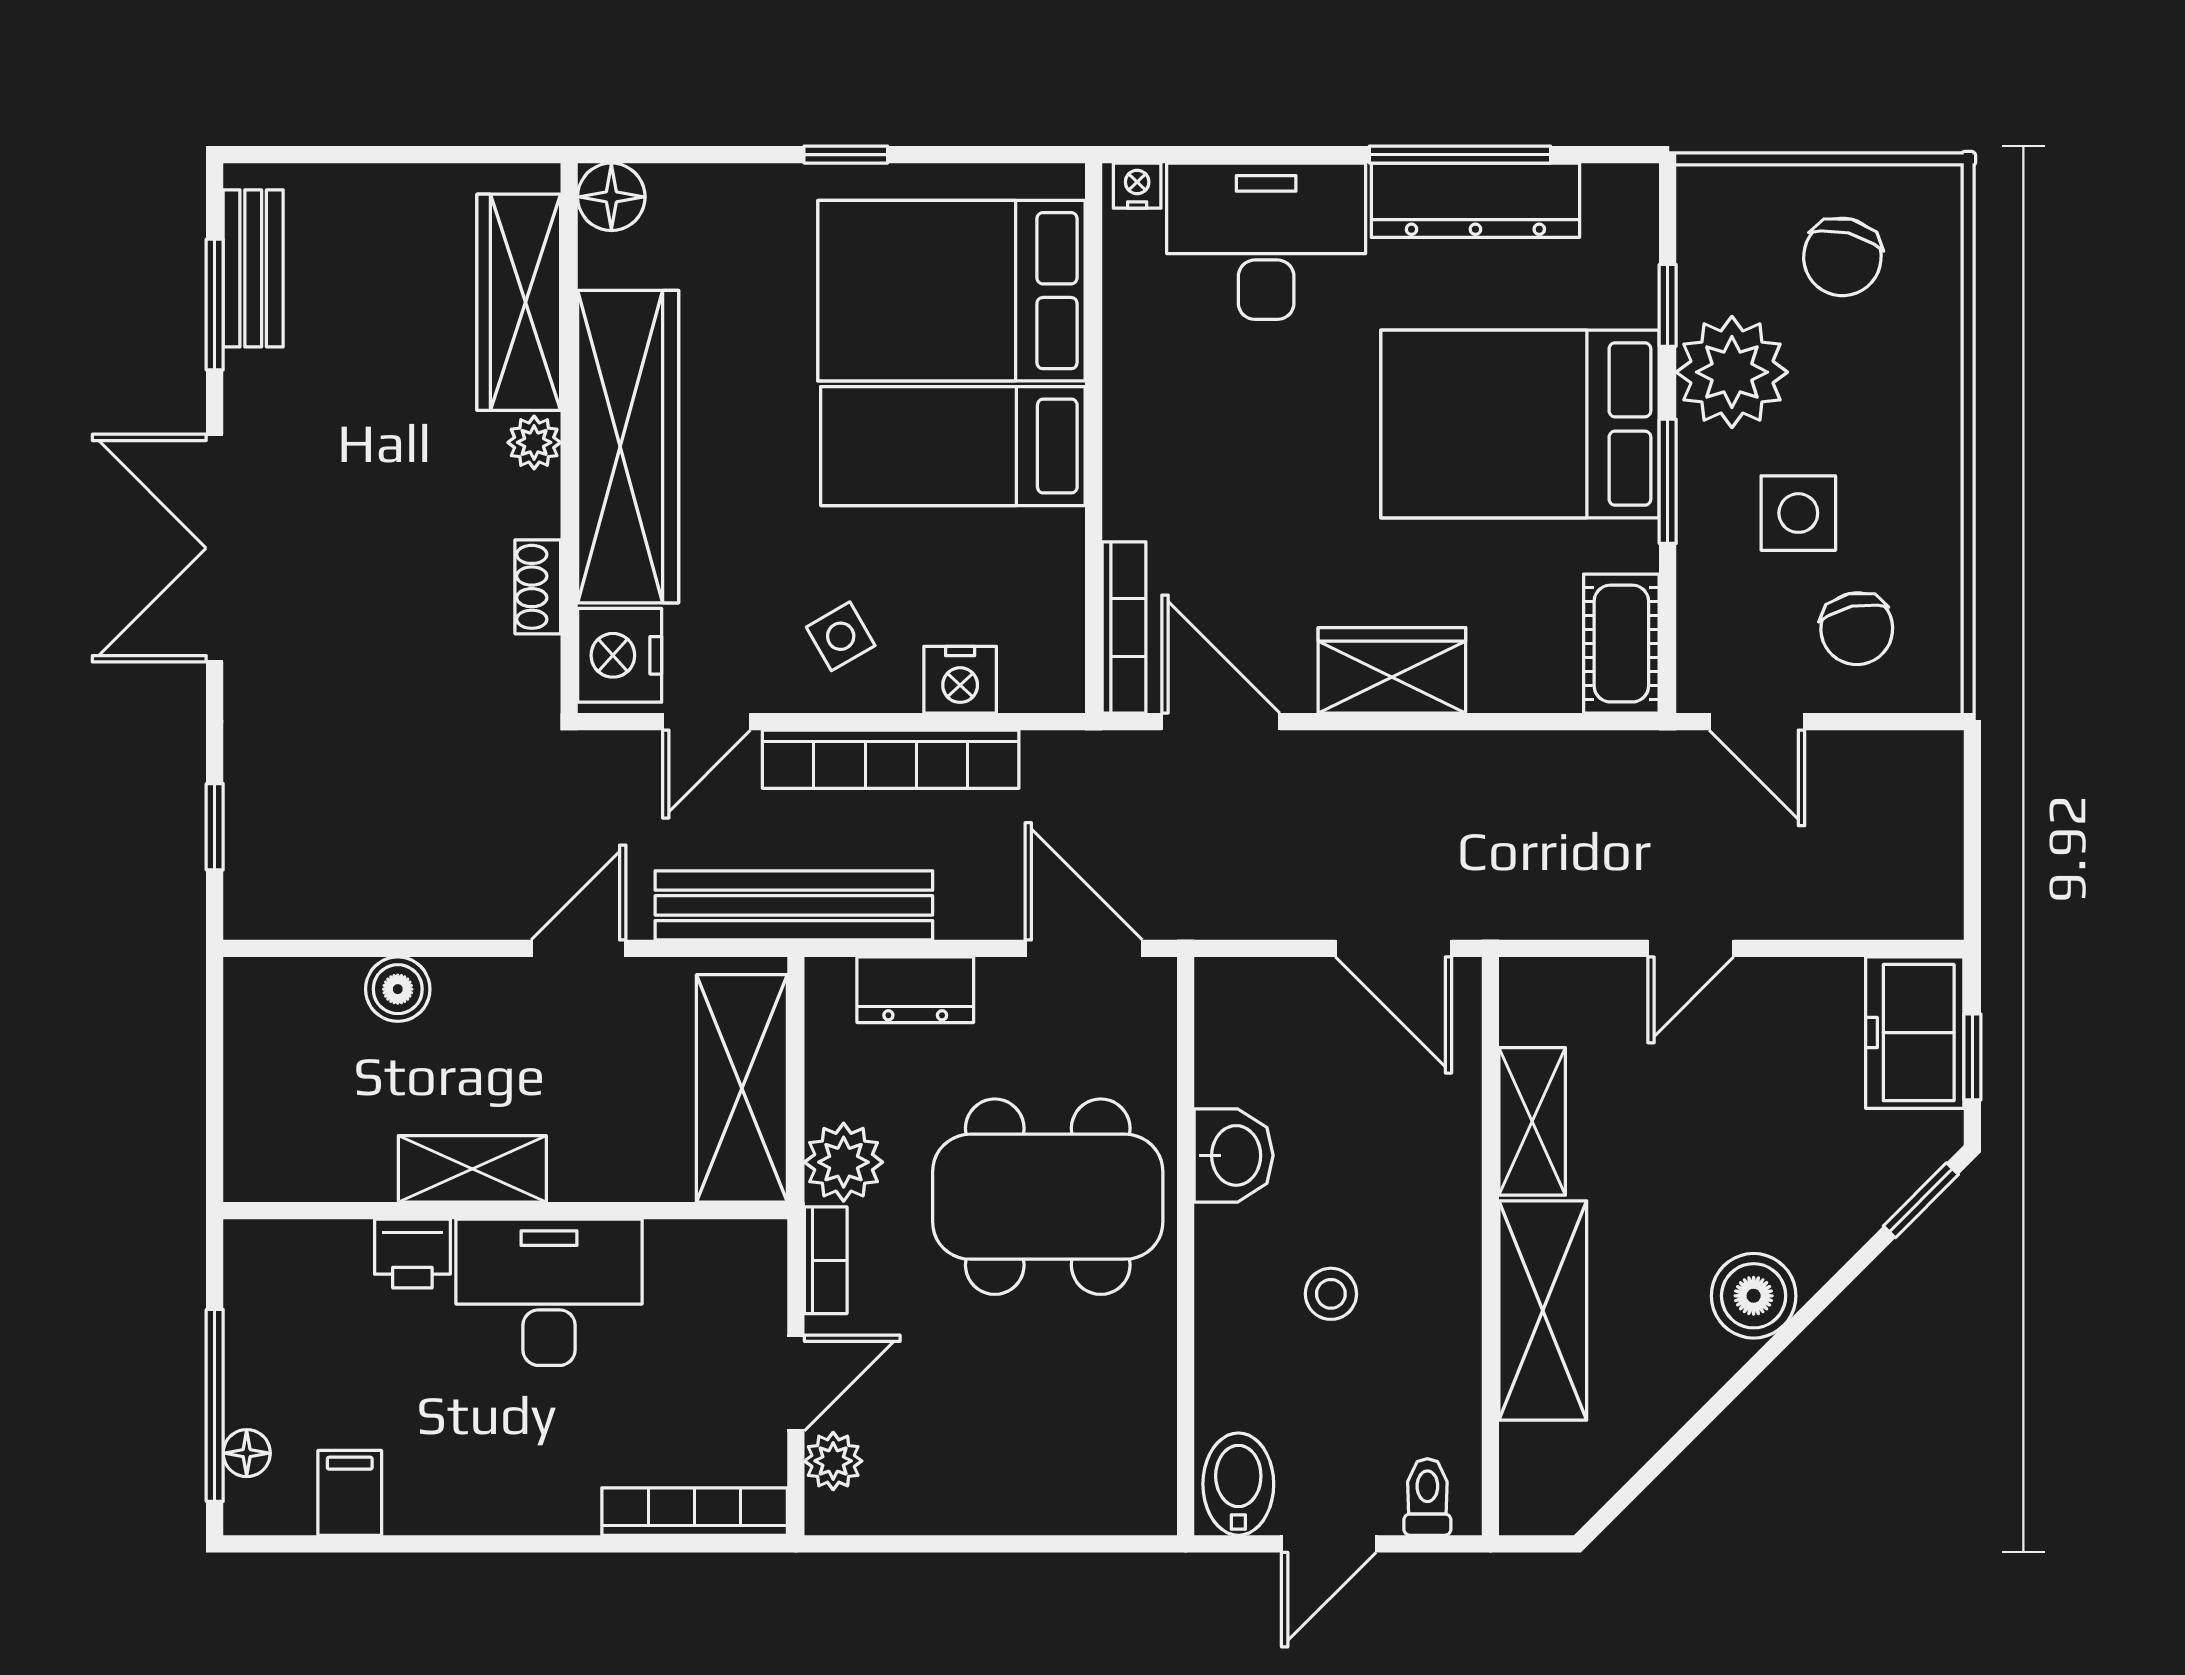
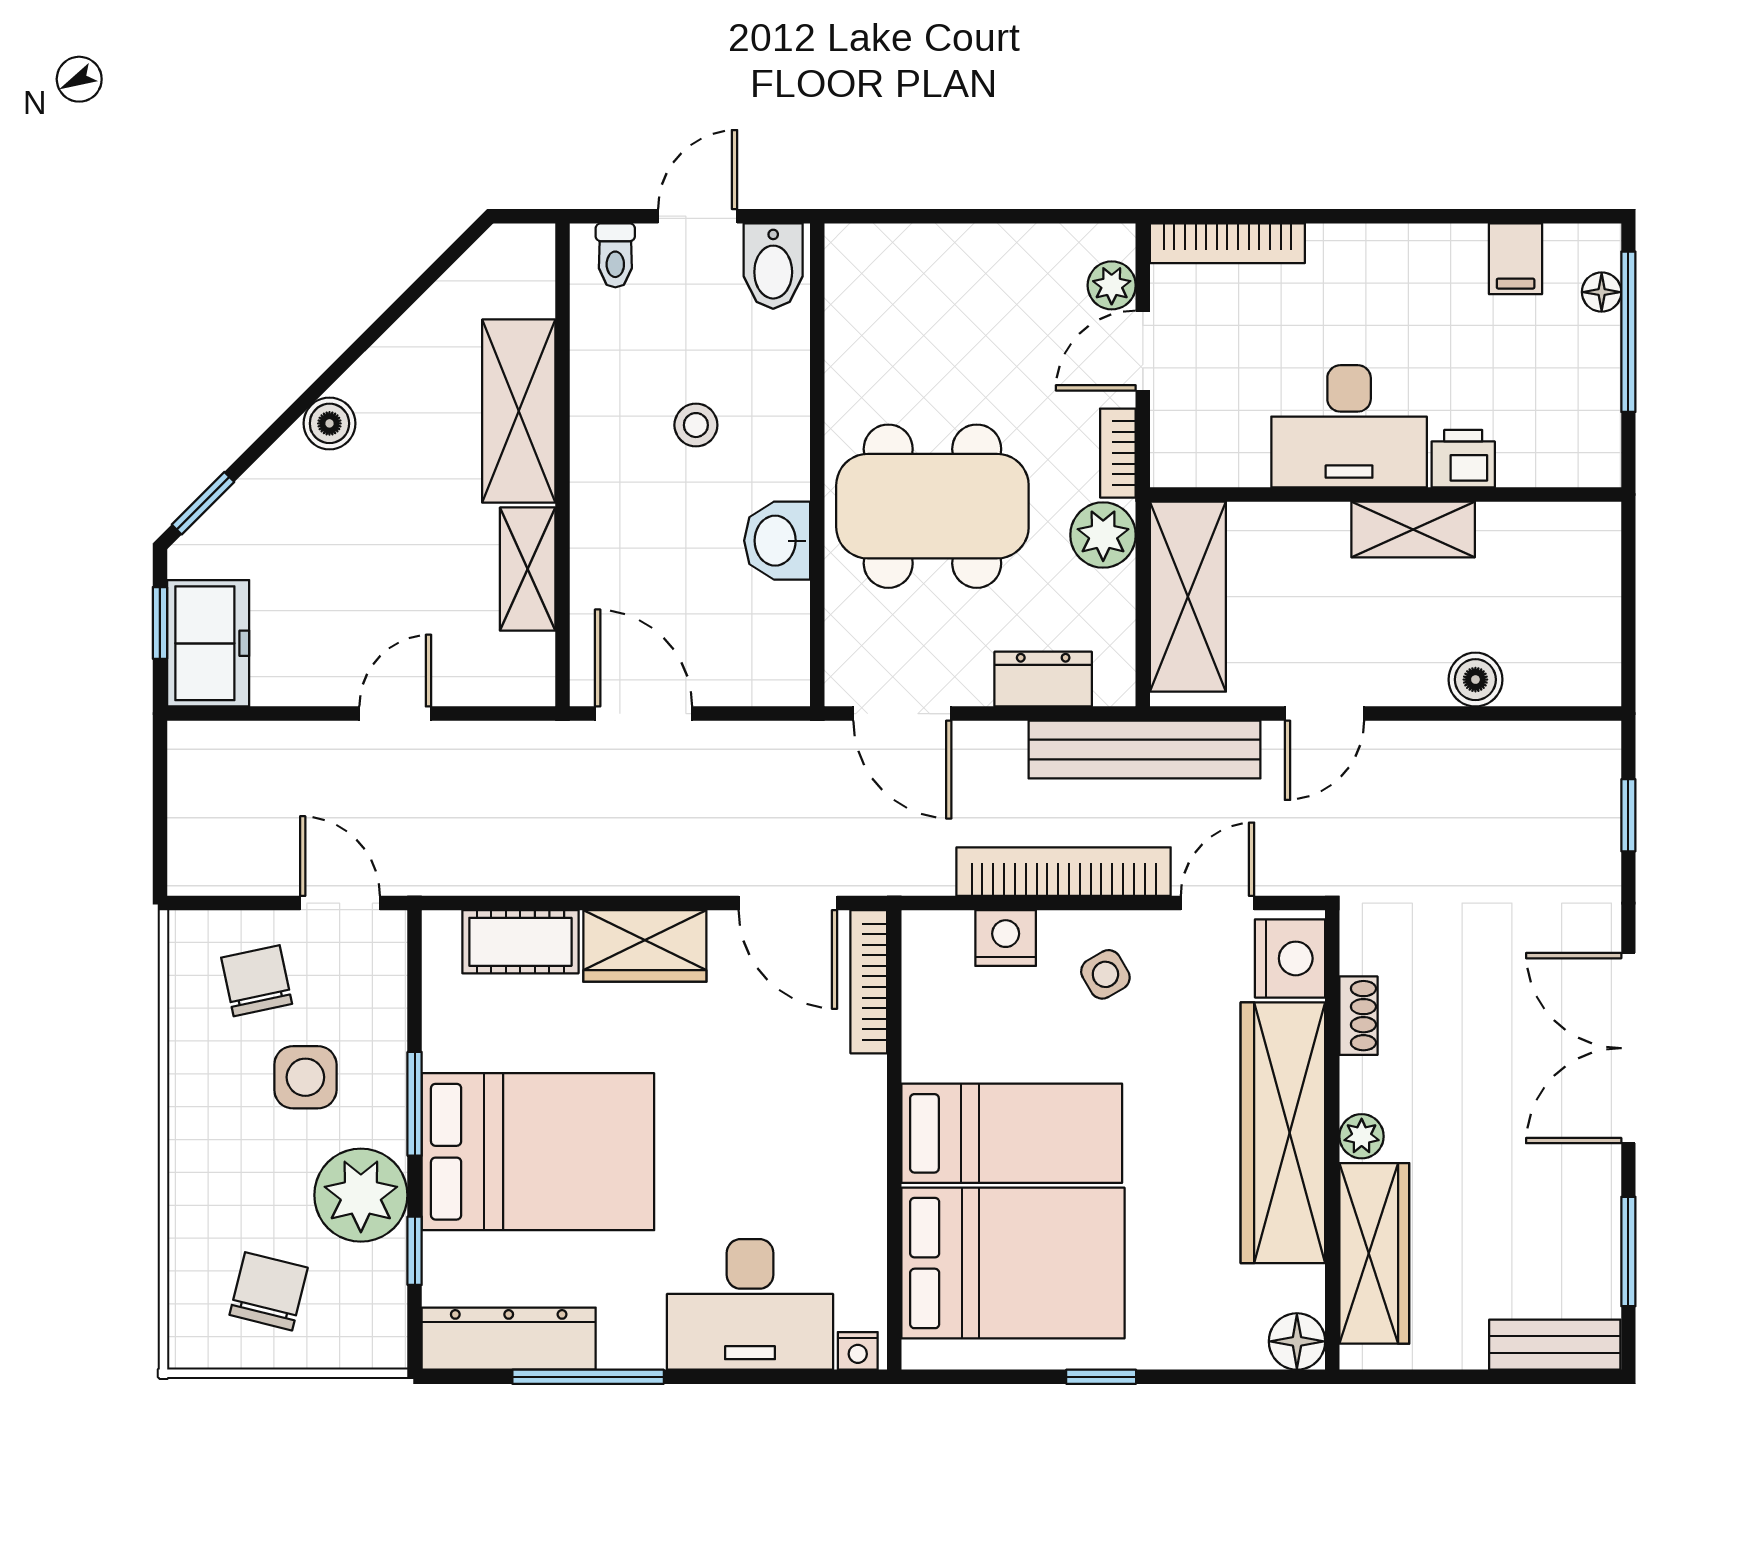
dresser: (1475, 200) -> (509, 1339), moved
bench: (253, 268) -> (1555, 1345), moved, turned 90
double door: (215, 548) -> (1628, 1048), swing flipped
cot: (1621, 644) -> (520, 942), moved, turned 90
boiler: (1754, 1296) -> (329, 423), width x0.73, depth x0.73

